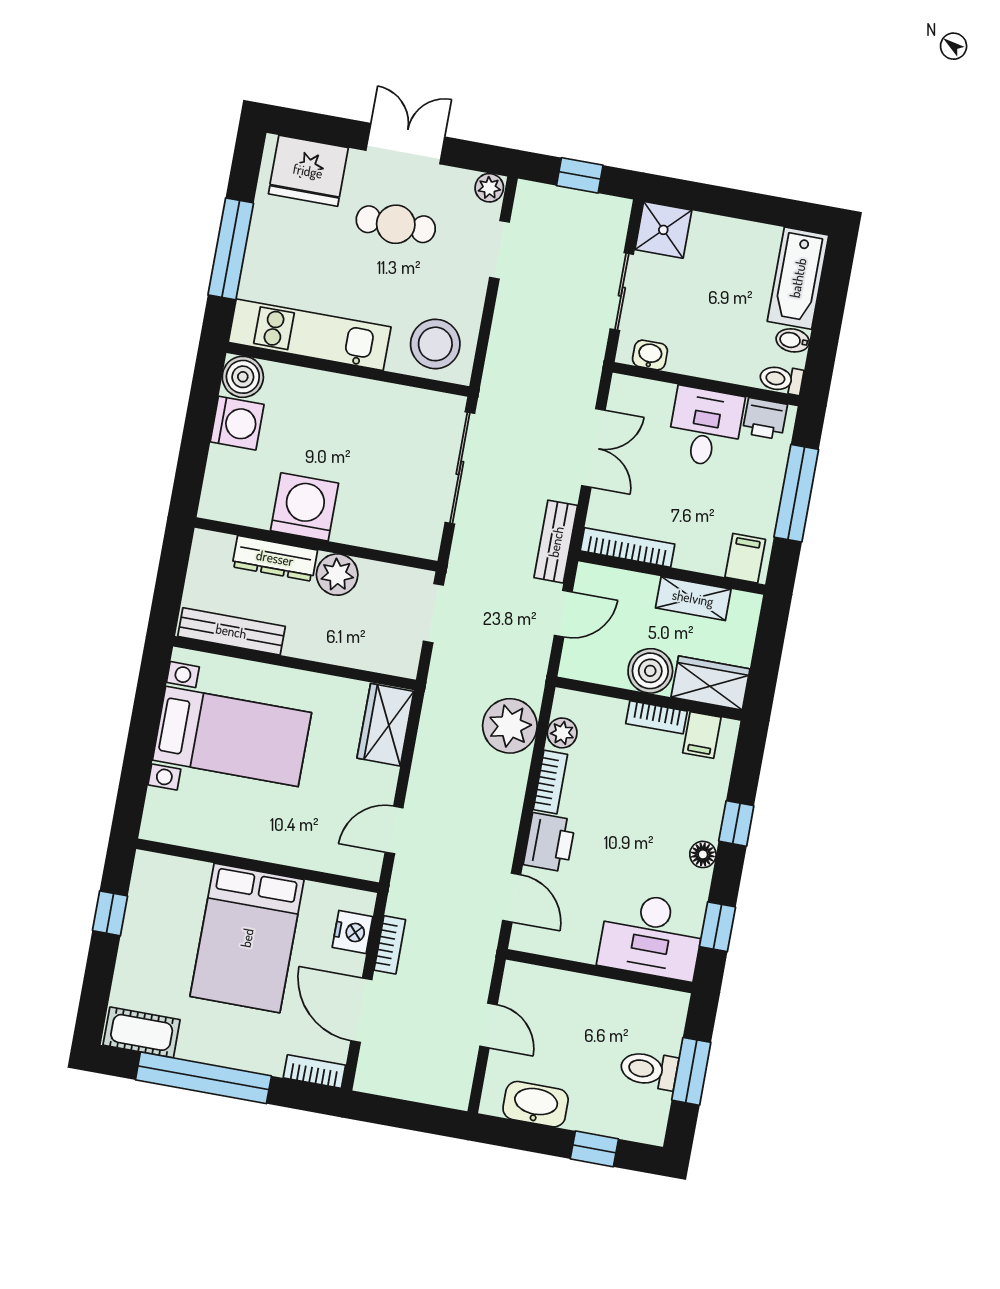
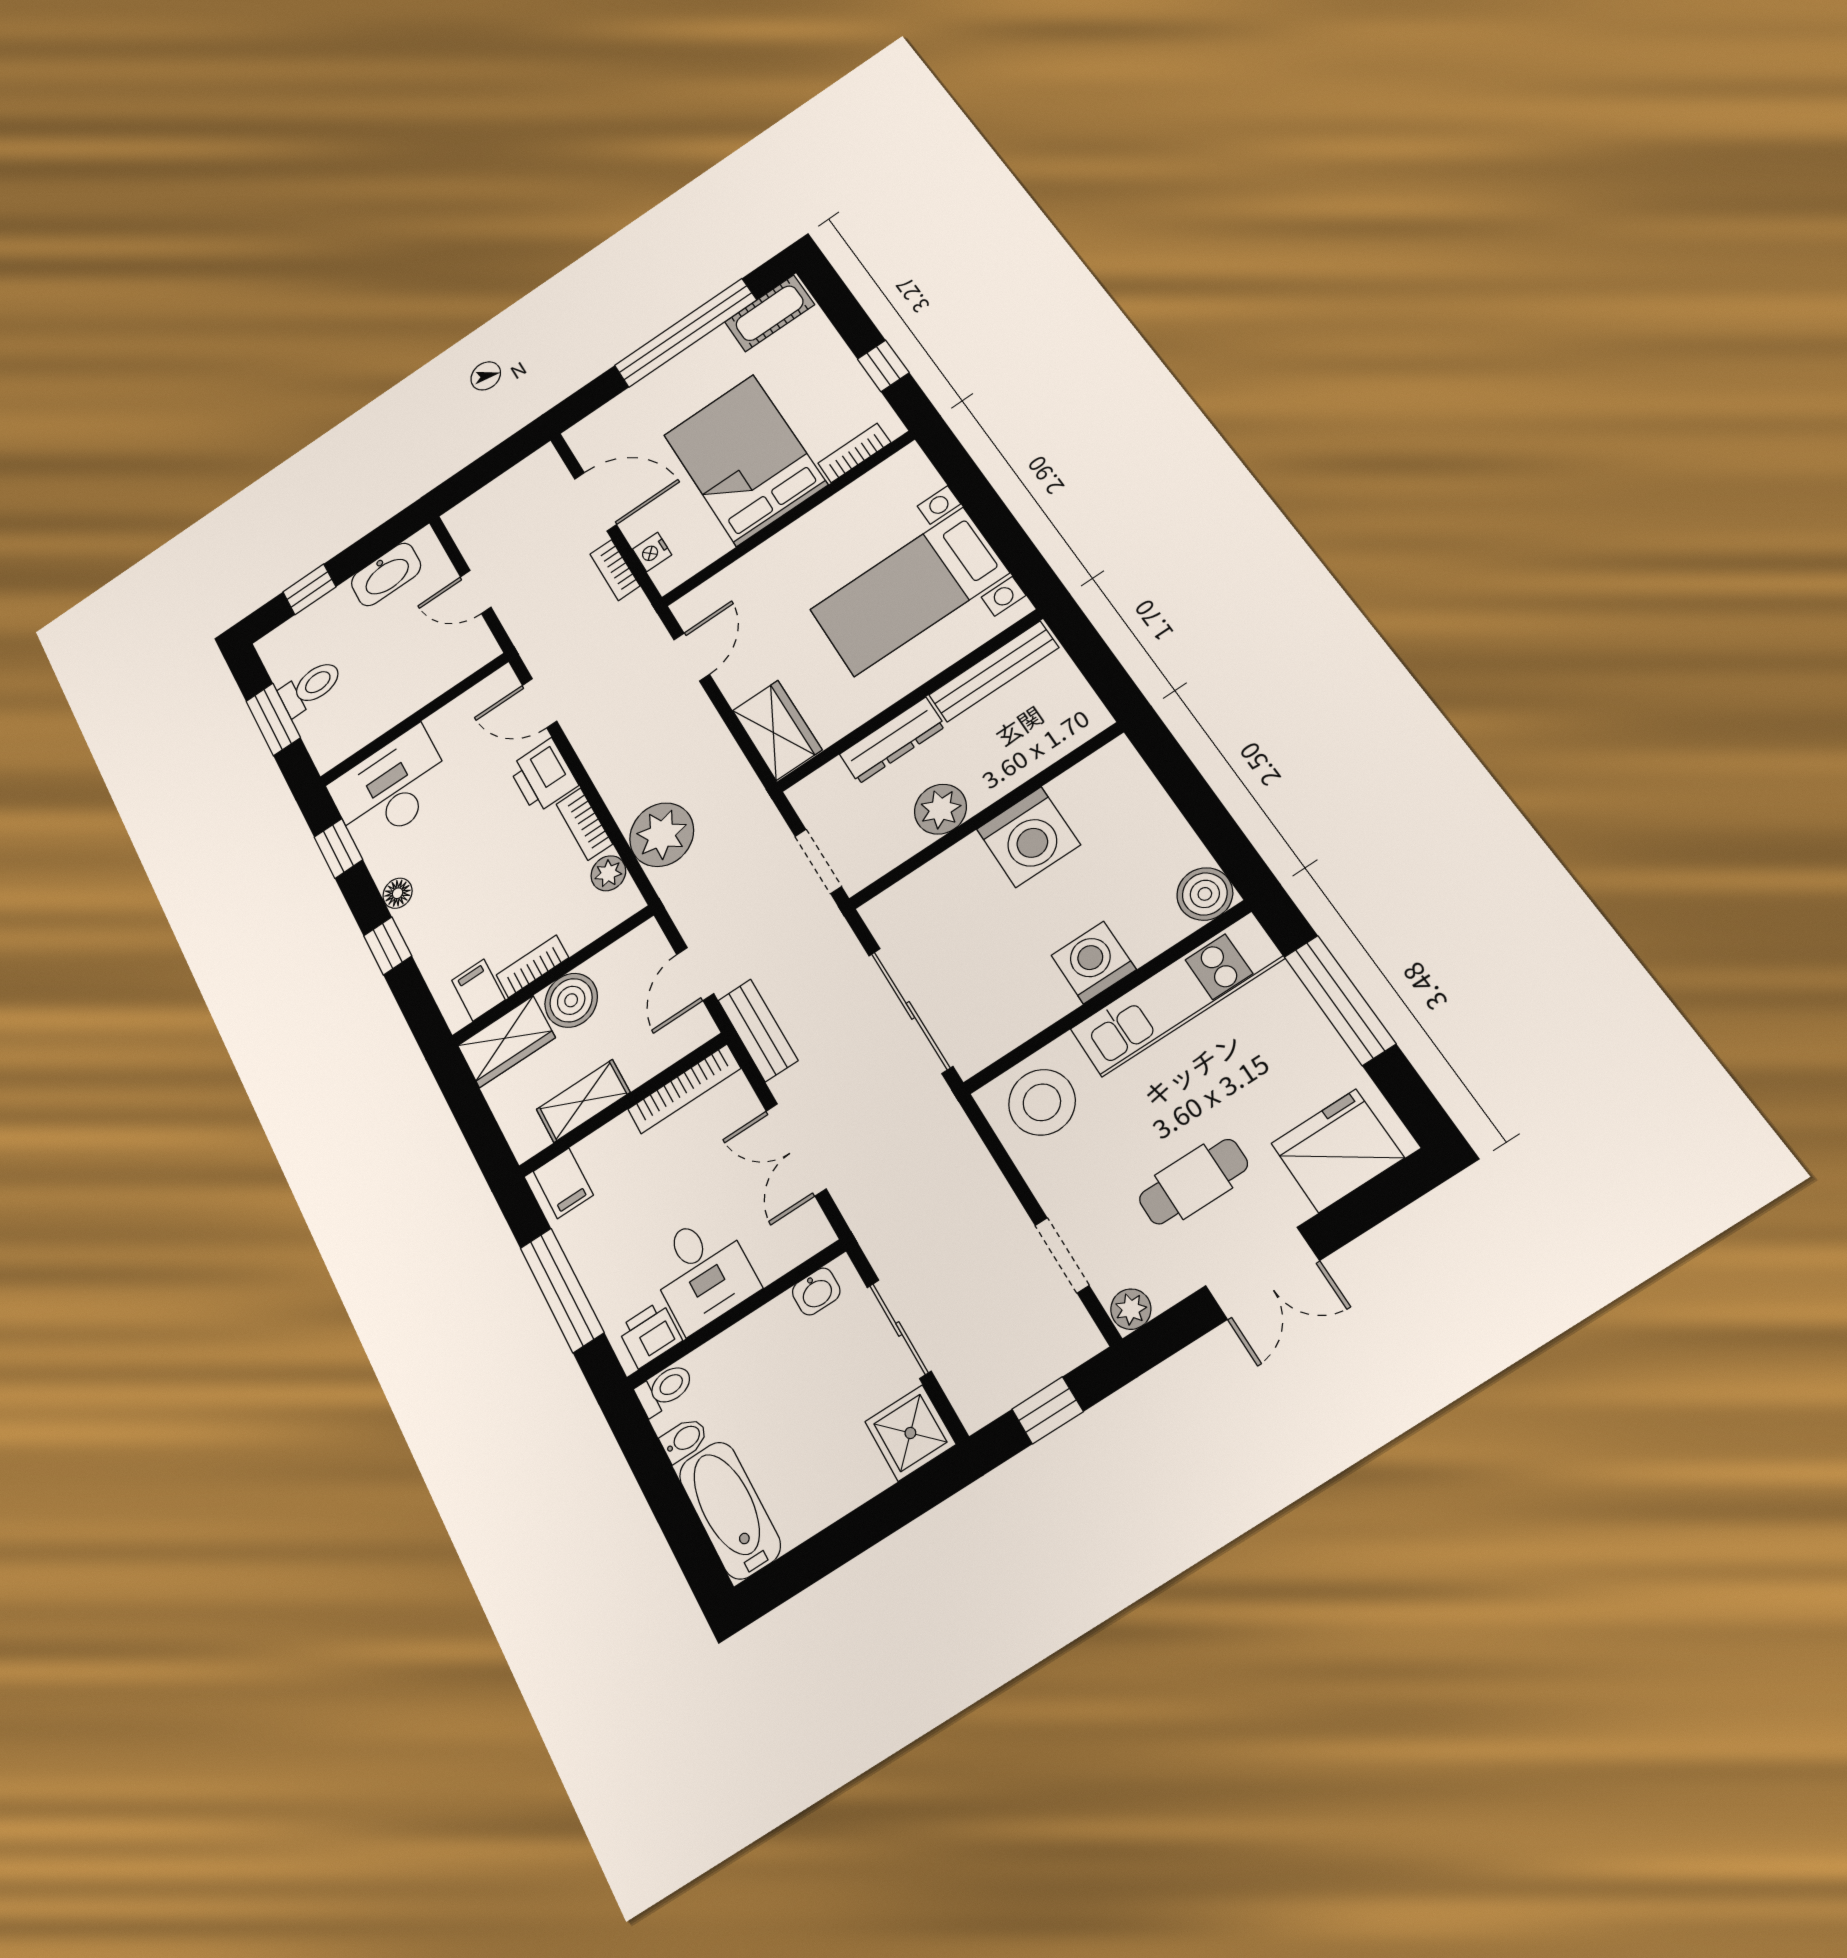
washing machine: (237, 423) -> (1094, 962), moved, turned 90
dresser: (275, 558) -> (892, 740), moved, turned 180
nightstand: (352, 932) -> (652, 552), width x0.72, depth x0.74
bookcase: (314, 1072) -> (854, 453), moved, turned 180

